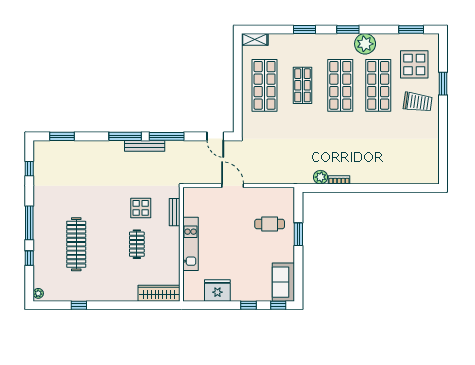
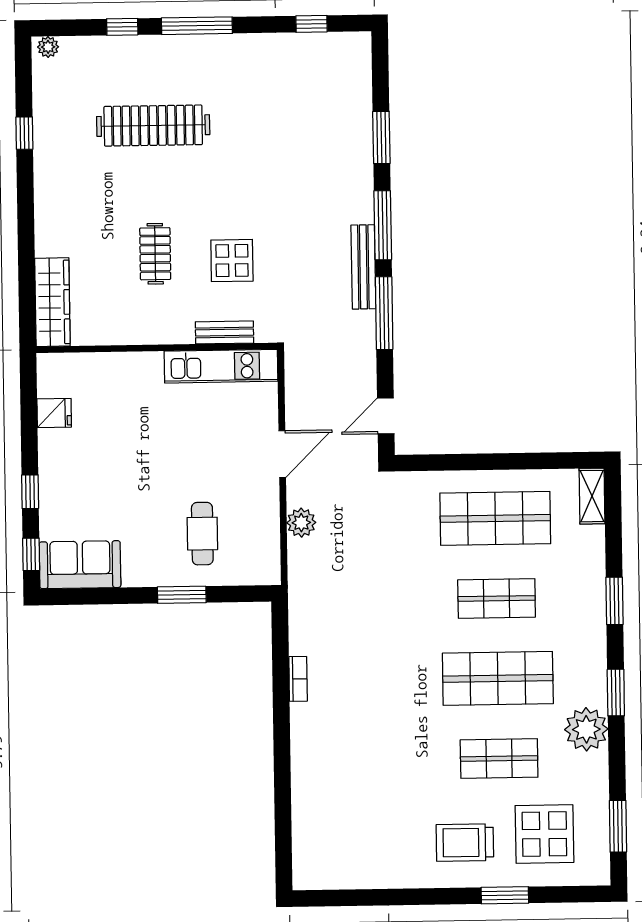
shop shelf: (378, 85) -> (499, 758), width x0.70, depth x0.74
trolley: (418, 102) -> (465, 843), turned 82
window: (62, 136) -> (381, 137), moved
plant: (321, 177) -> (301, 523), moved
clothes rail: (137, 244) -> (155, 254), turned 90
kitchen unit: (191, 244) -> (221, 366), moved
fridge: (217, 290) -> (54, 413), width x0.53, depth x0.75

